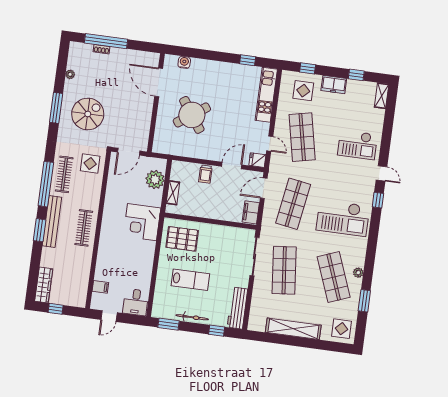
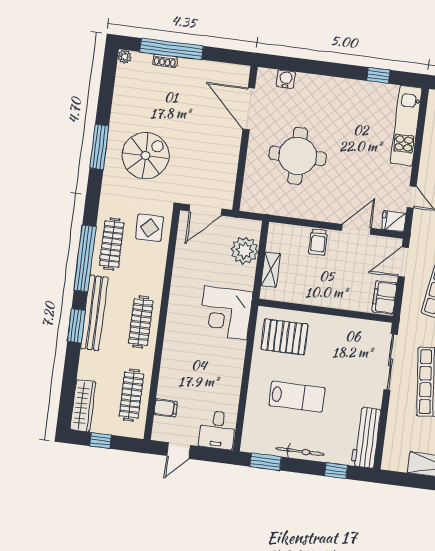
plant: (70, 74) -> (125, 57), moved
round table: (192, 115) -> (298, 156), turned 35
clothes rail: (77, 278) -> (131, 395), added

